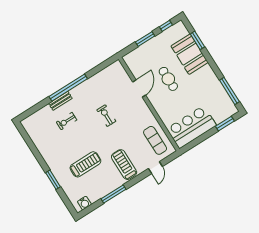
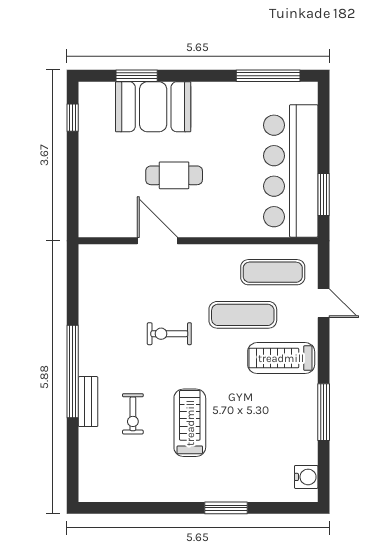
window: (145, 39) -> (73, 172), removed
window: (225, 124) -> (324, 195), moved
bar counter: (192, 127) -> (291, 171), width x1.36
exercise mat: (131, 139) -> (243, 315), added
treadmill: (85, 164) -> (190, 423), moved

